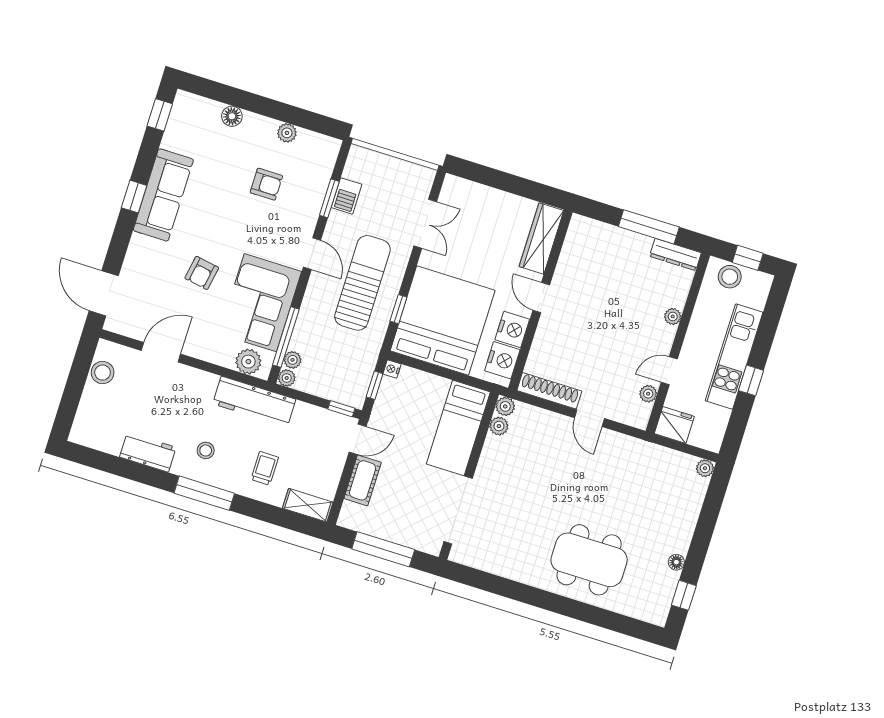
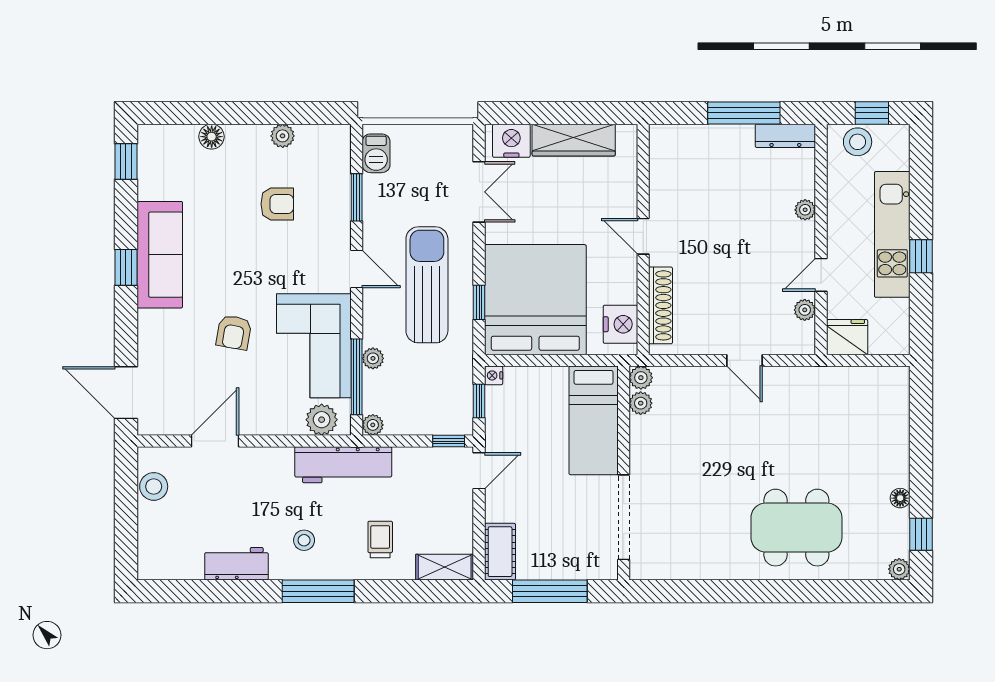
barbecue: (347, 196) -> (376, 153), moved
wardrobe: (541, 238) -> (574, 140), moved, turned -90
nightstand: (512, 329) -> (511, 141), moved, turned -90
plant: (293, 360) -> (373, 358), moved
shoe rack: (549, 391) -> (661, 305), moved, turned 90
plant: (705, 468) -> (899, 569), moved
cot: (363, 480) -> (500, 552), moved

